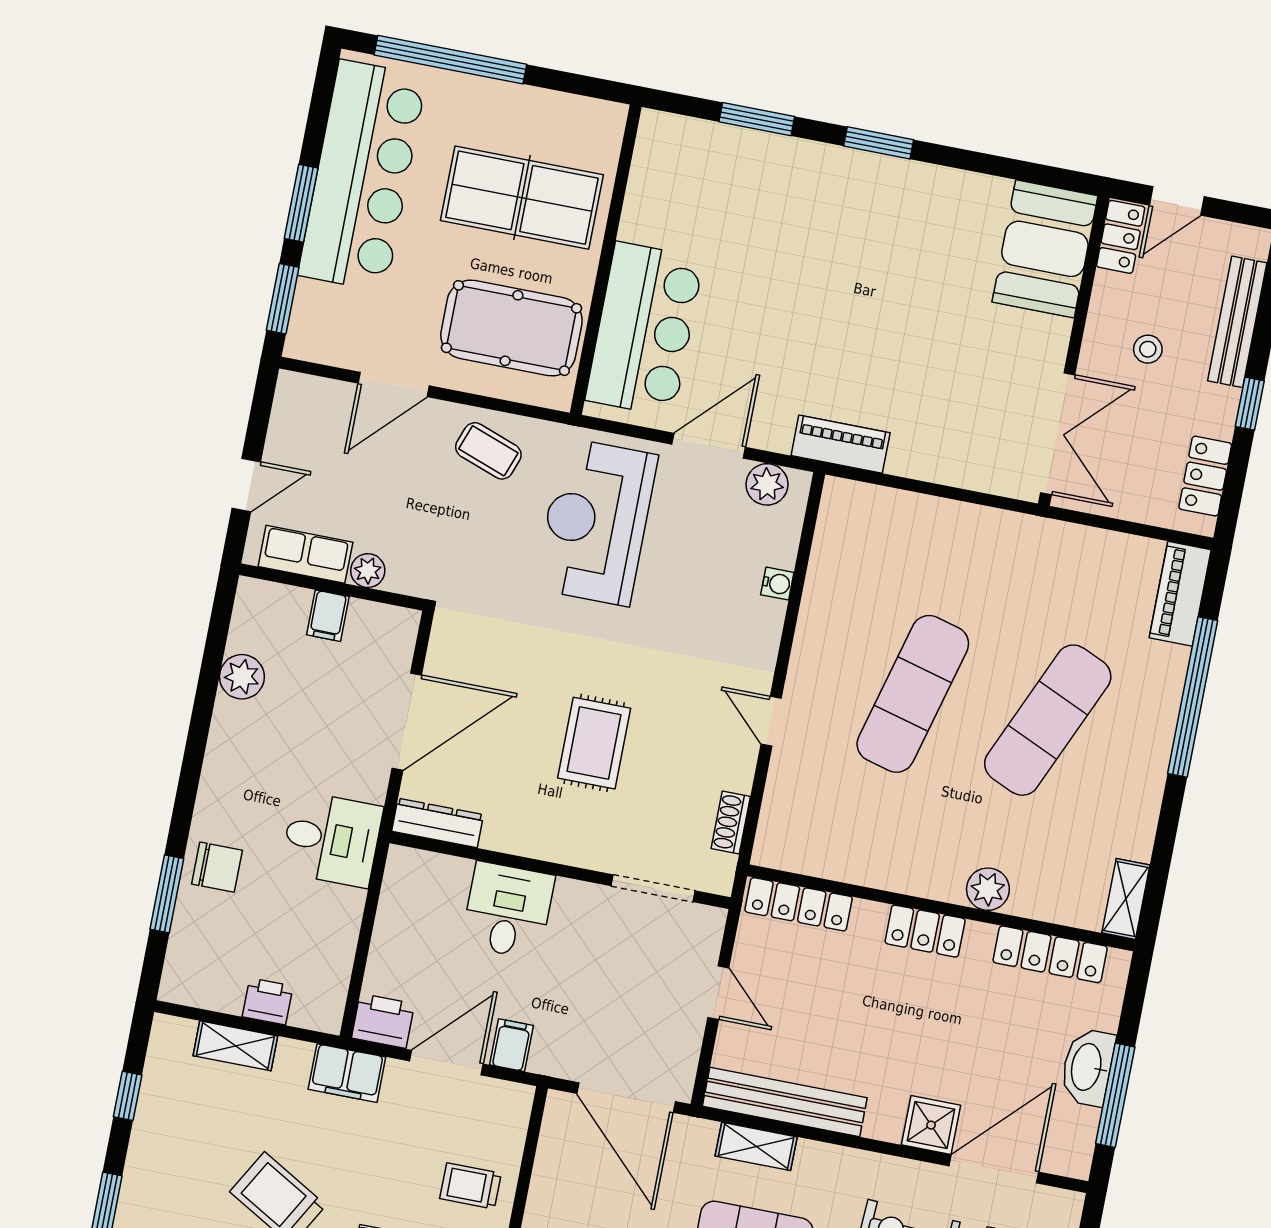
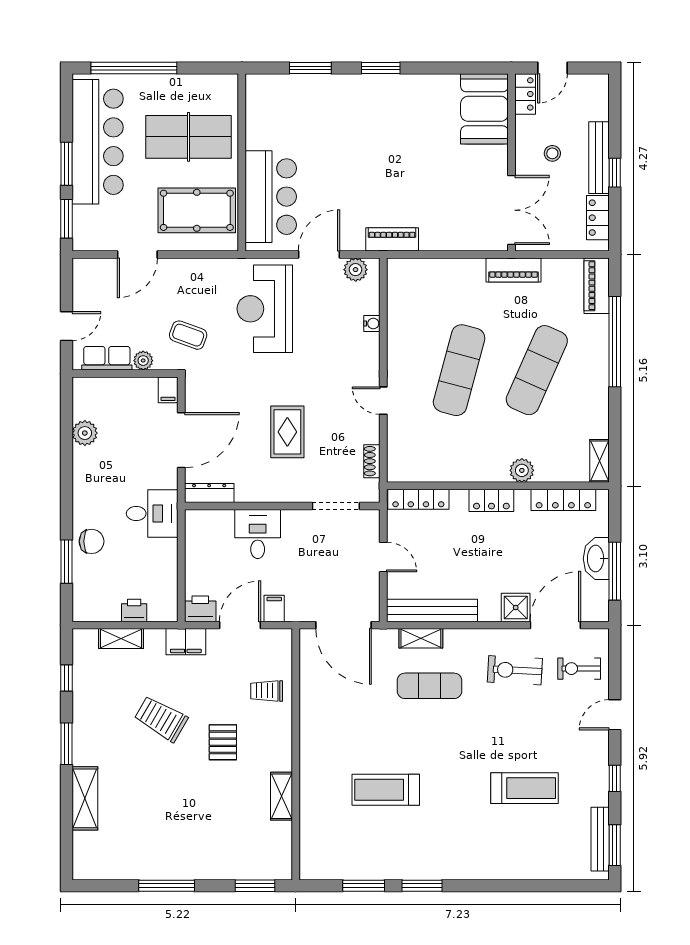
bench: (1237, 322) -> (599, 158), moved
coffee table: (488, 451) -> (188, 335), moved
piano: (1041, 538) -> (513, 270), added
filing cabinet: (328, 616) -> (168, 390), moved

